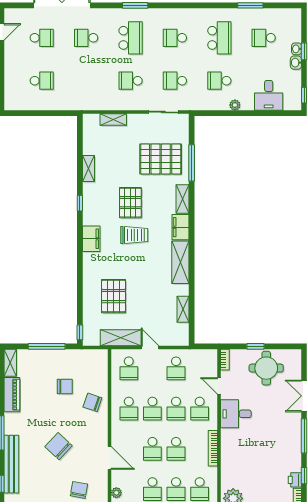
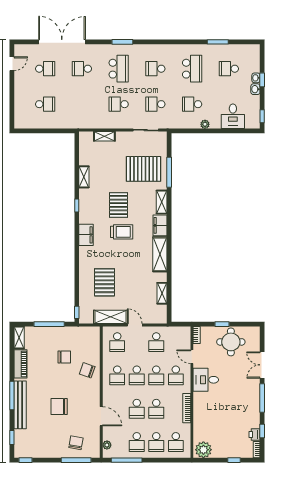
chair: (59, 446) -> (59, 407), turned -43
bench: (11, 464) -> (20, 405), moved

